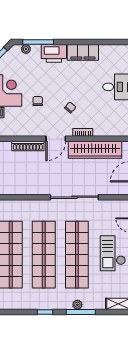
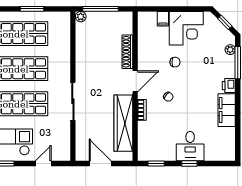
printer: (54, 53) -> (229, 86), width x0.53, depth x0.68
door: (56, 139) -> (135, 81), swing flipped
sliding door: (74, 197) -> (73, 101), width x0.73

